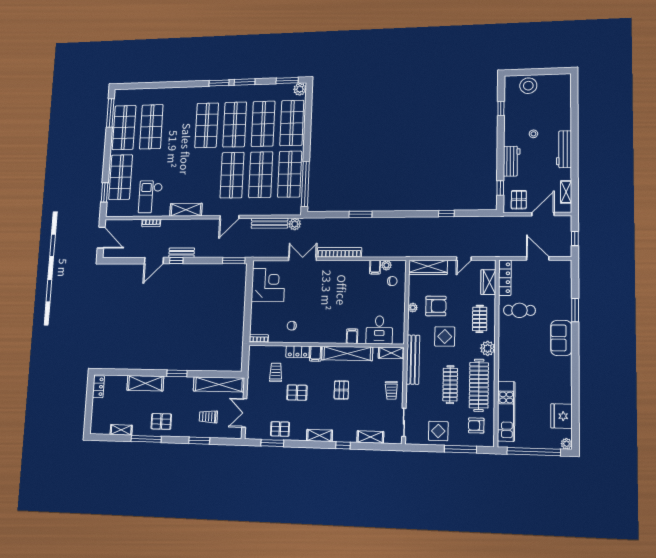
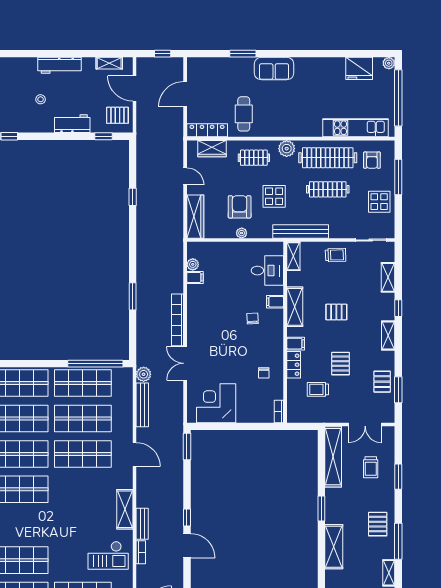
bench: (182, 253) -> (142, 524), moved
chair: (392, 281) -> (253, 319), moved
shelving: (347, 353) -> (295, 307), width x0.68

